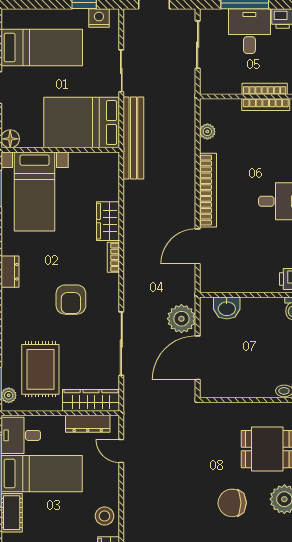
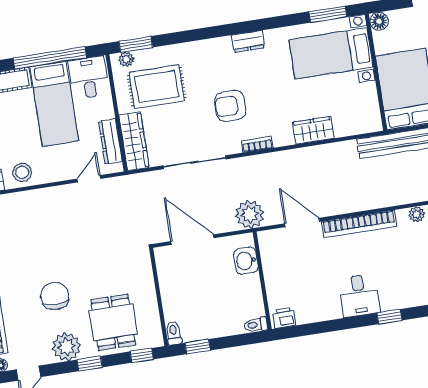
bookcase: (113, 257) -> (257, 144), moved
plant: (181, 319) -> (250, 214), moved

